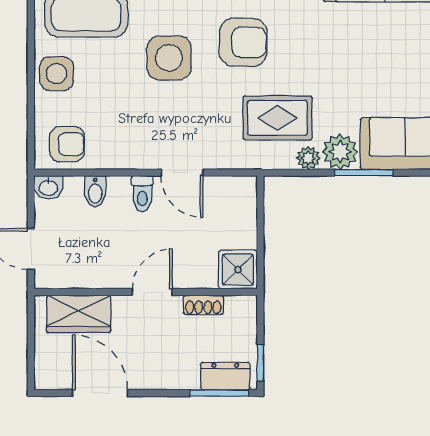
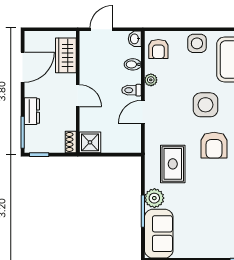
plant: (308, 158) -> (151, 80), moved
shoe rack: (203, 305) -> (71, 142), moved
dresser: (225, 376) -> (32, 111), moved

